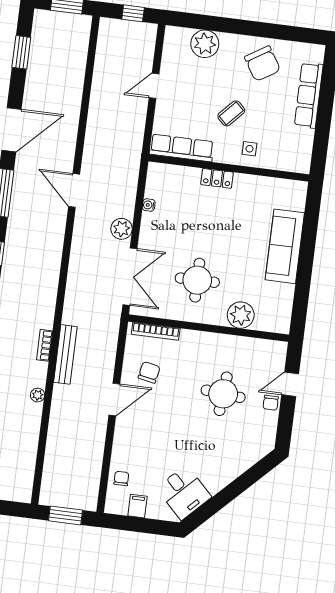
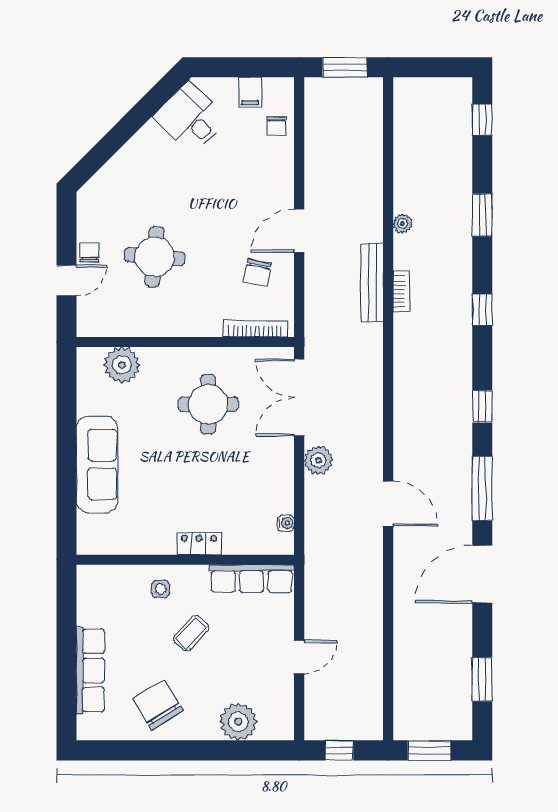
water cooler: (149, 205) -> (286, 523), moved
plant: (241, 315) -> (122, 365), moved

